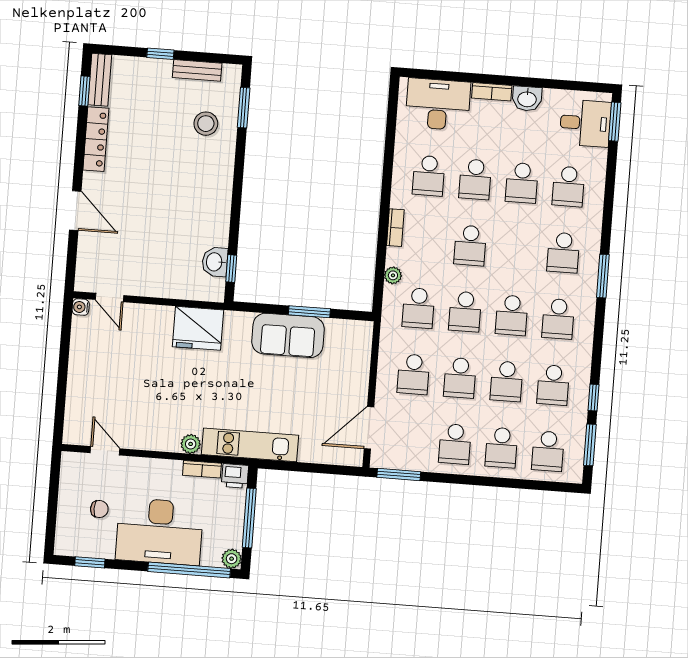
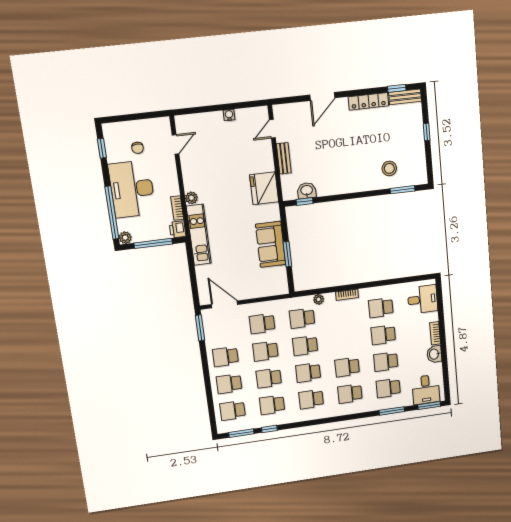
bench: (197, 70) -> (284, 158), moved
desk: (438, 104) -> (423, 299), width x0.73
school desk: (470, 245) -> (347, 367), moved
window: (603, 276) -> (392, 411), moved
water cooler: (81, 307) -> (229, 115), moved

